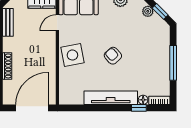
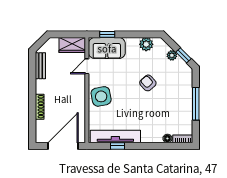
armchair: (113, 56) -> (148, 83), moved
tv unit: (111, 98) -> (115, 137), moved
window: (139, 108) -> (118, 146), moved

